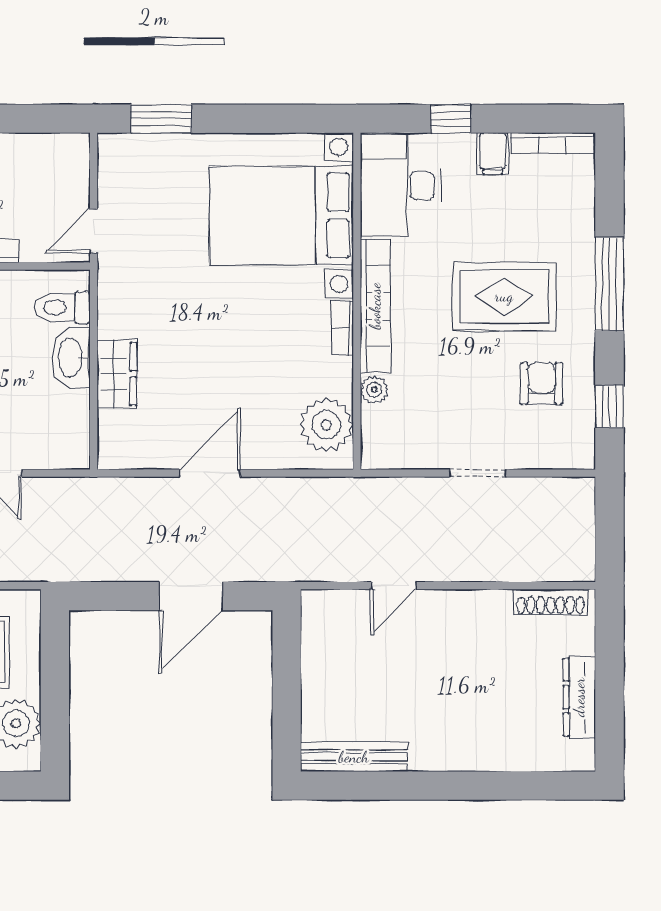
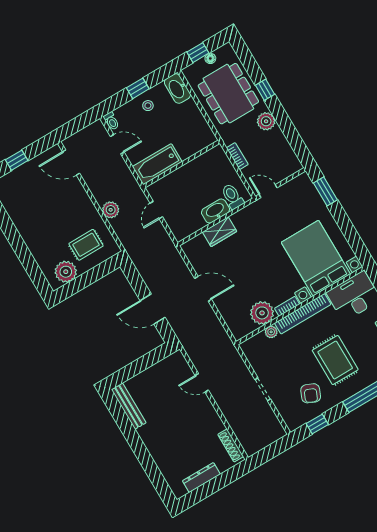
armchair: (541, 384) -> (311, 393), turned 113
plant: (326, 425) -> (262, 313), moved

